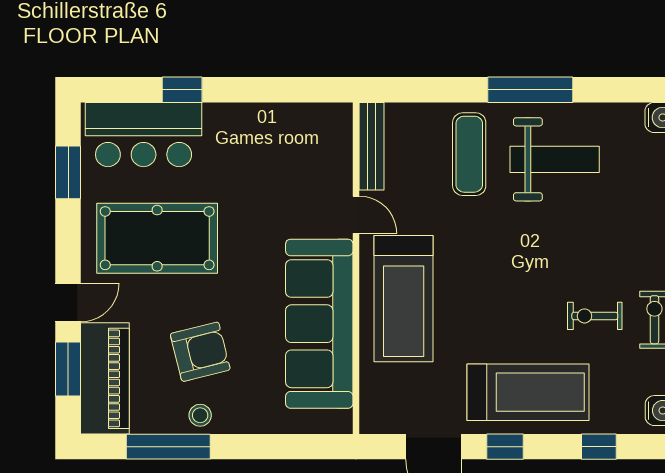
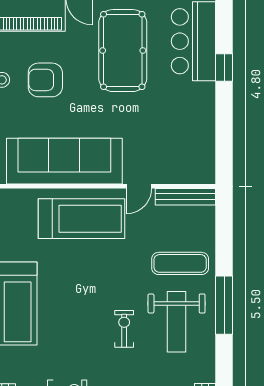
treadmill: (404, 299) -> (81, 219), turned 180
exercise bike: (595, 316) -> (124, 329), moved
armchair: (200, 352) -> (45, 80), turned 104

